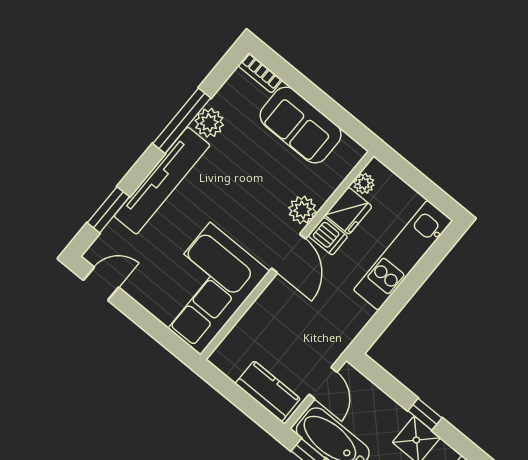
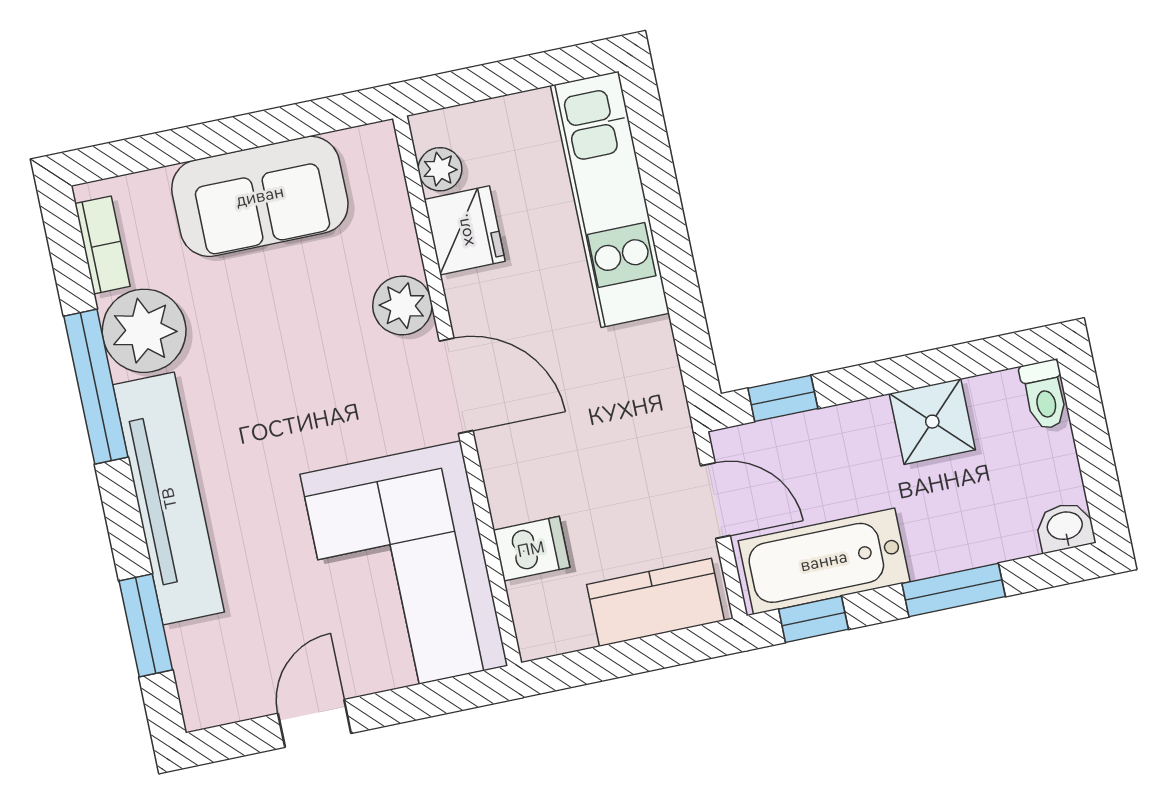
bookcase: (260, 73) -> (102, 245), moved, turned -90
plant: (209, 123) -> (144, 331), width x1.36, depth x1.36
dishwasher: (328, 236) -> (531, 549), moved
door: (101, 284) -> (315, 723), moved
window: (425, 414) -> (783, 398), moved

